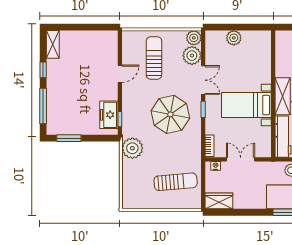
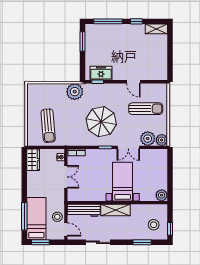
plant: (234, 38) -> (162, 195), moved
bed with nightstands: (246, 105) -> (123, 182), moved

